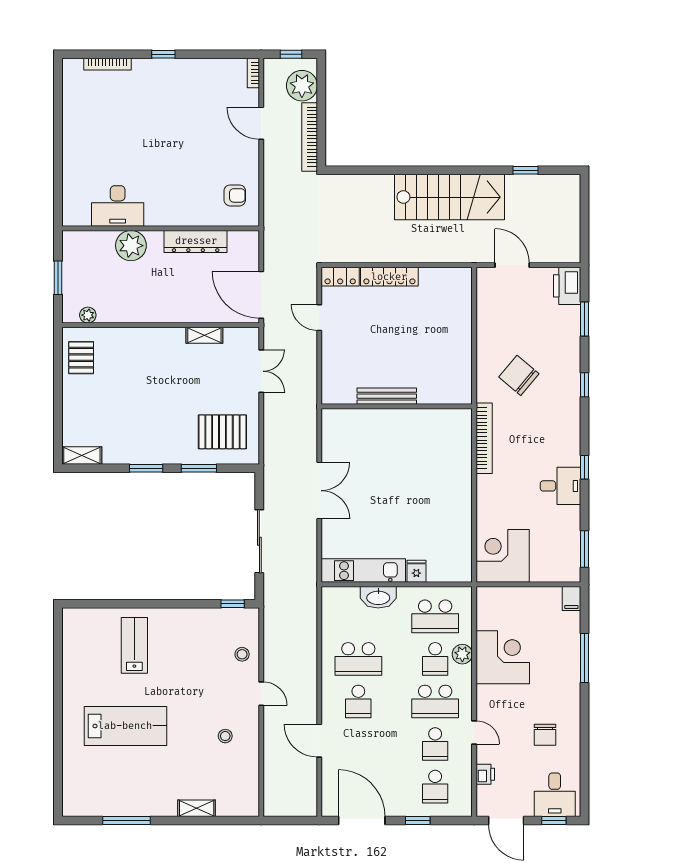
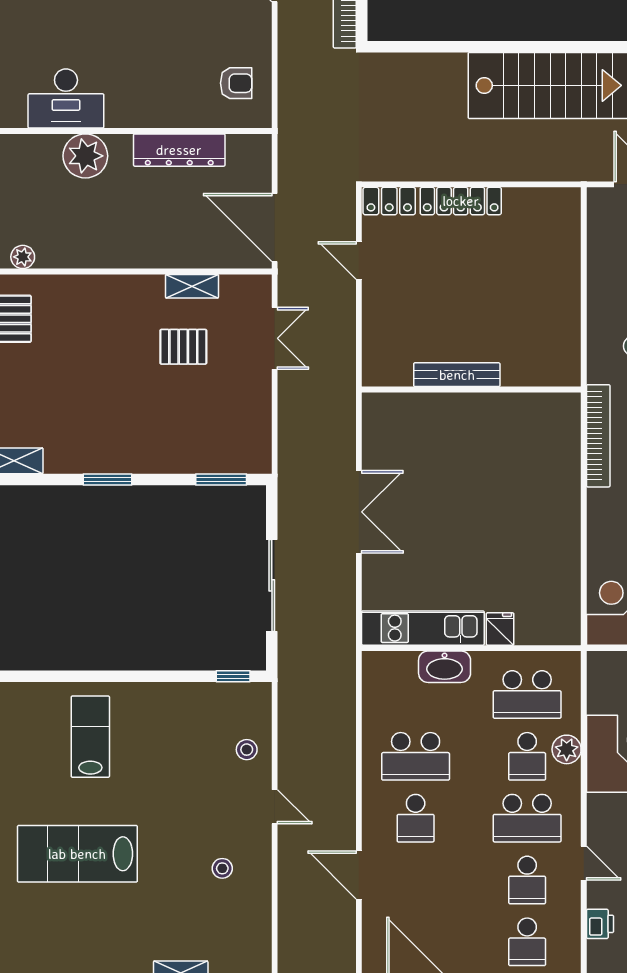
pallet: (222, 432) -> (183, 347), moved, width x0.67, depth x0.71
window: (199, 468) -> (221, 479), moved
lab bench: (125, 726) -> (77, 854), turned 180

